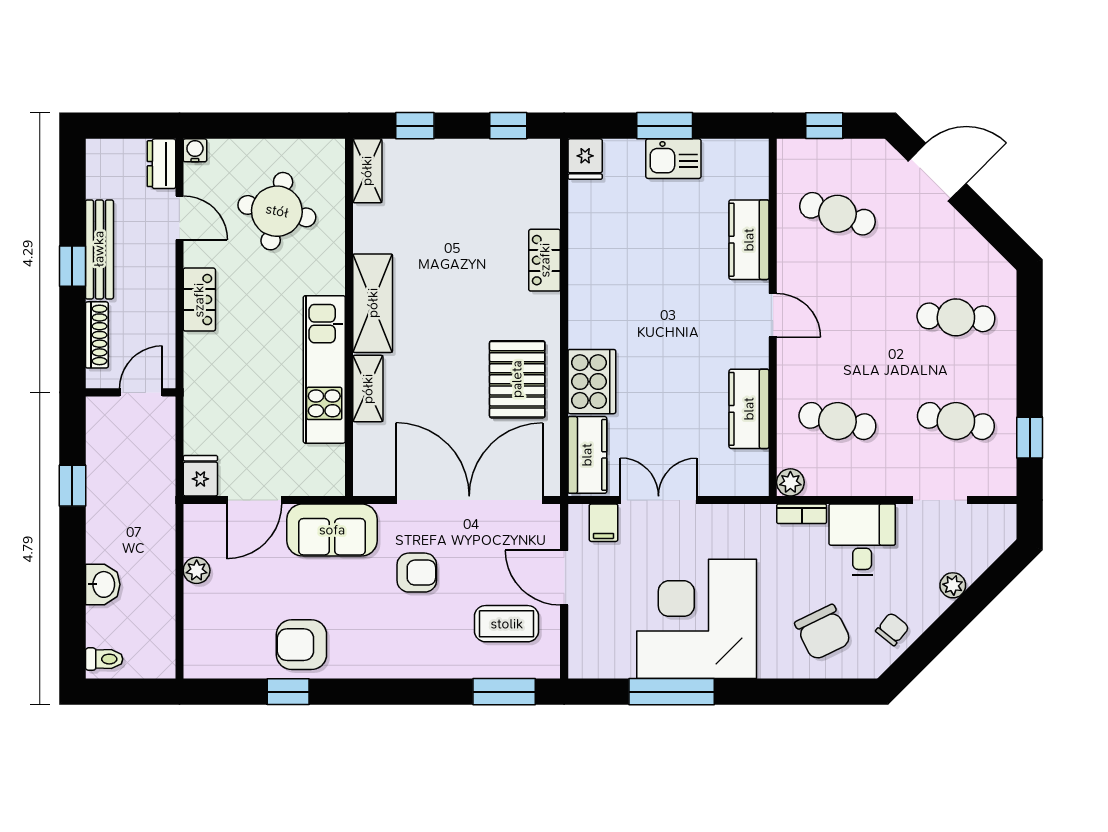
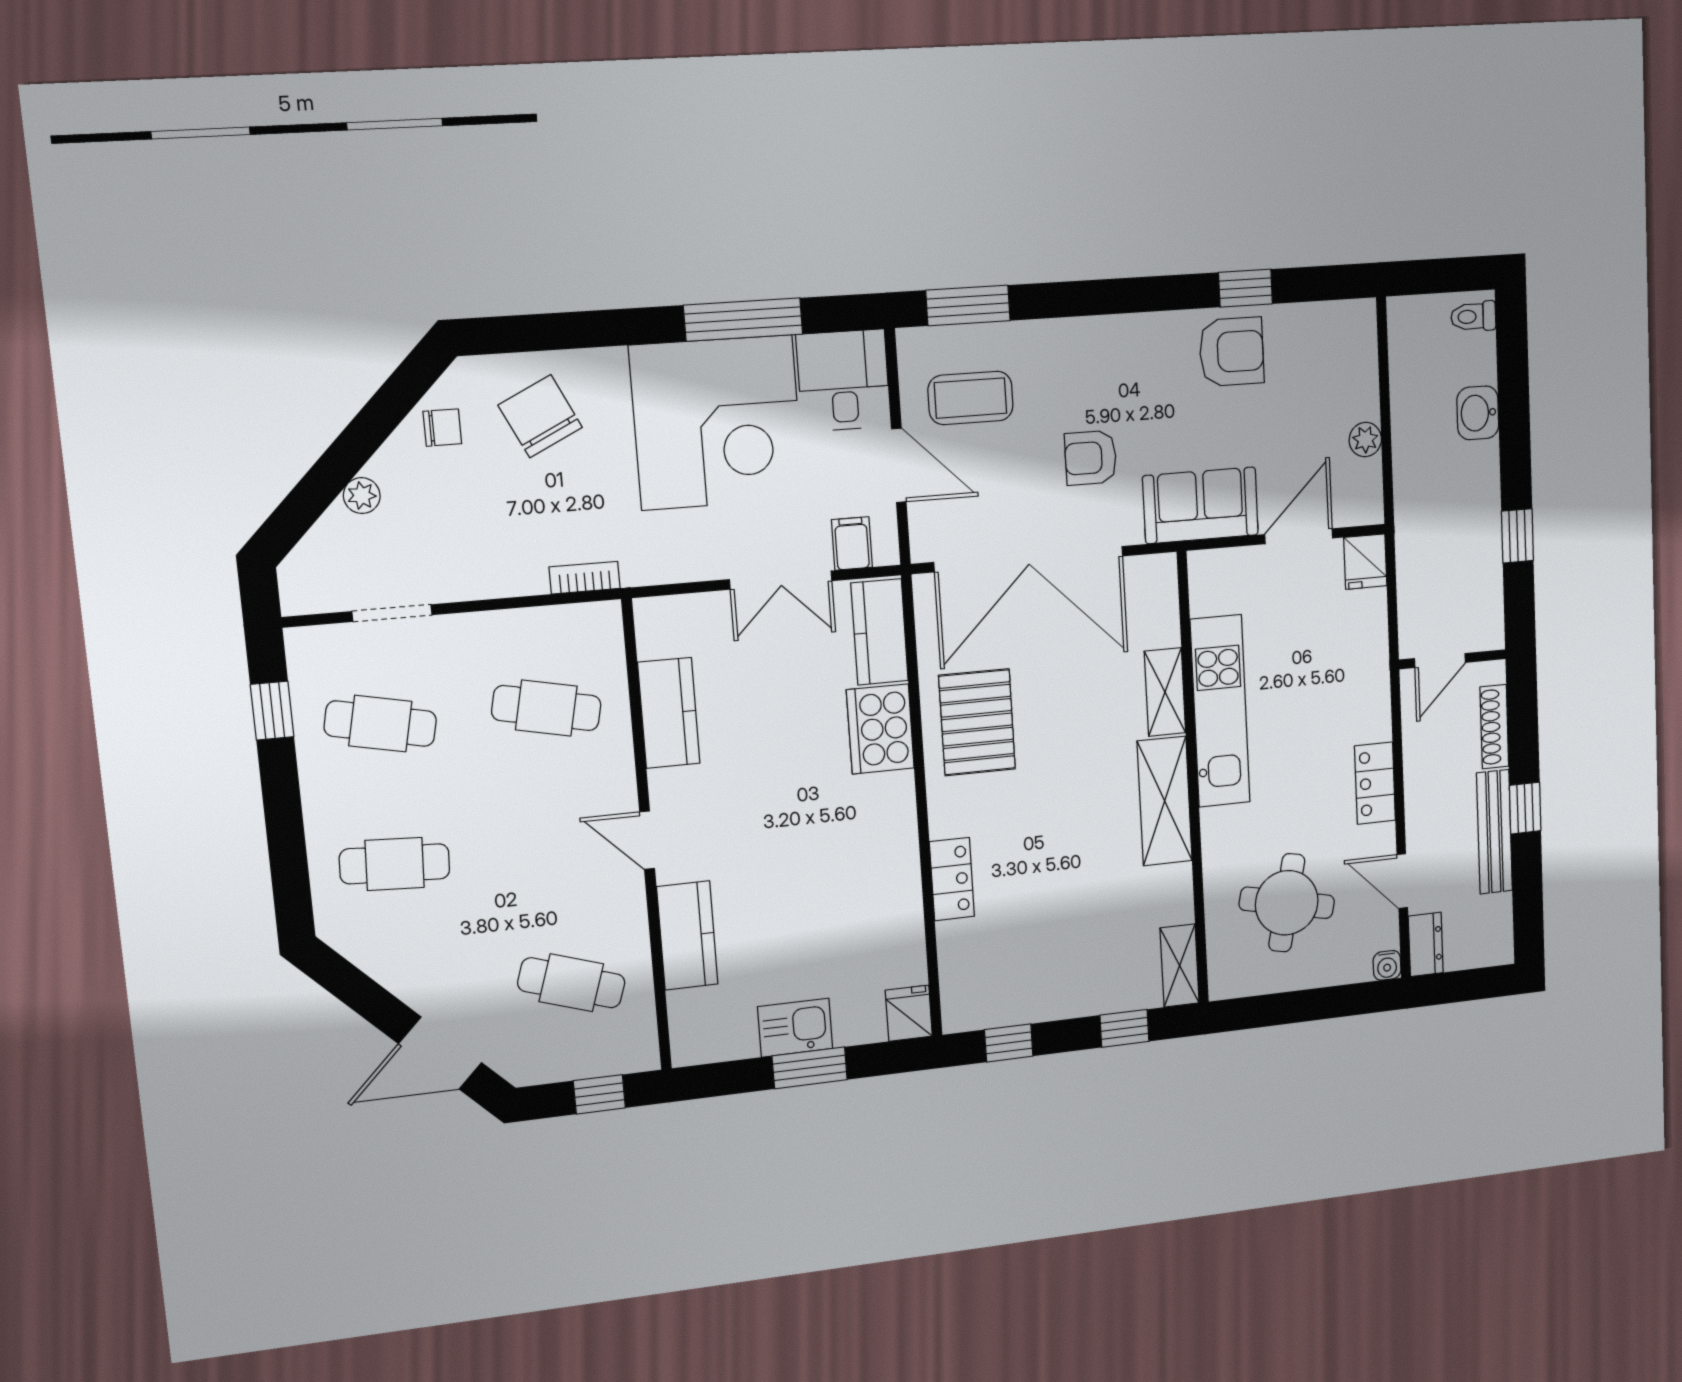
plant: (790, 482) -> (604, 619), removed
desk: (862, 540) -> (844, 381), moved, turned 180
chair: (892, 629) -> (442, 428), turned -129

